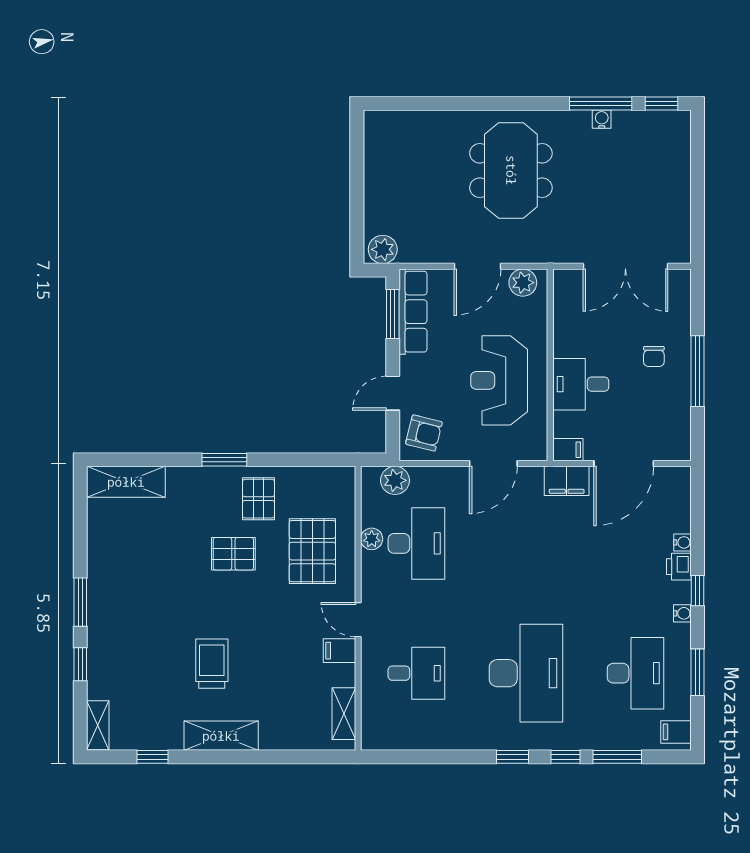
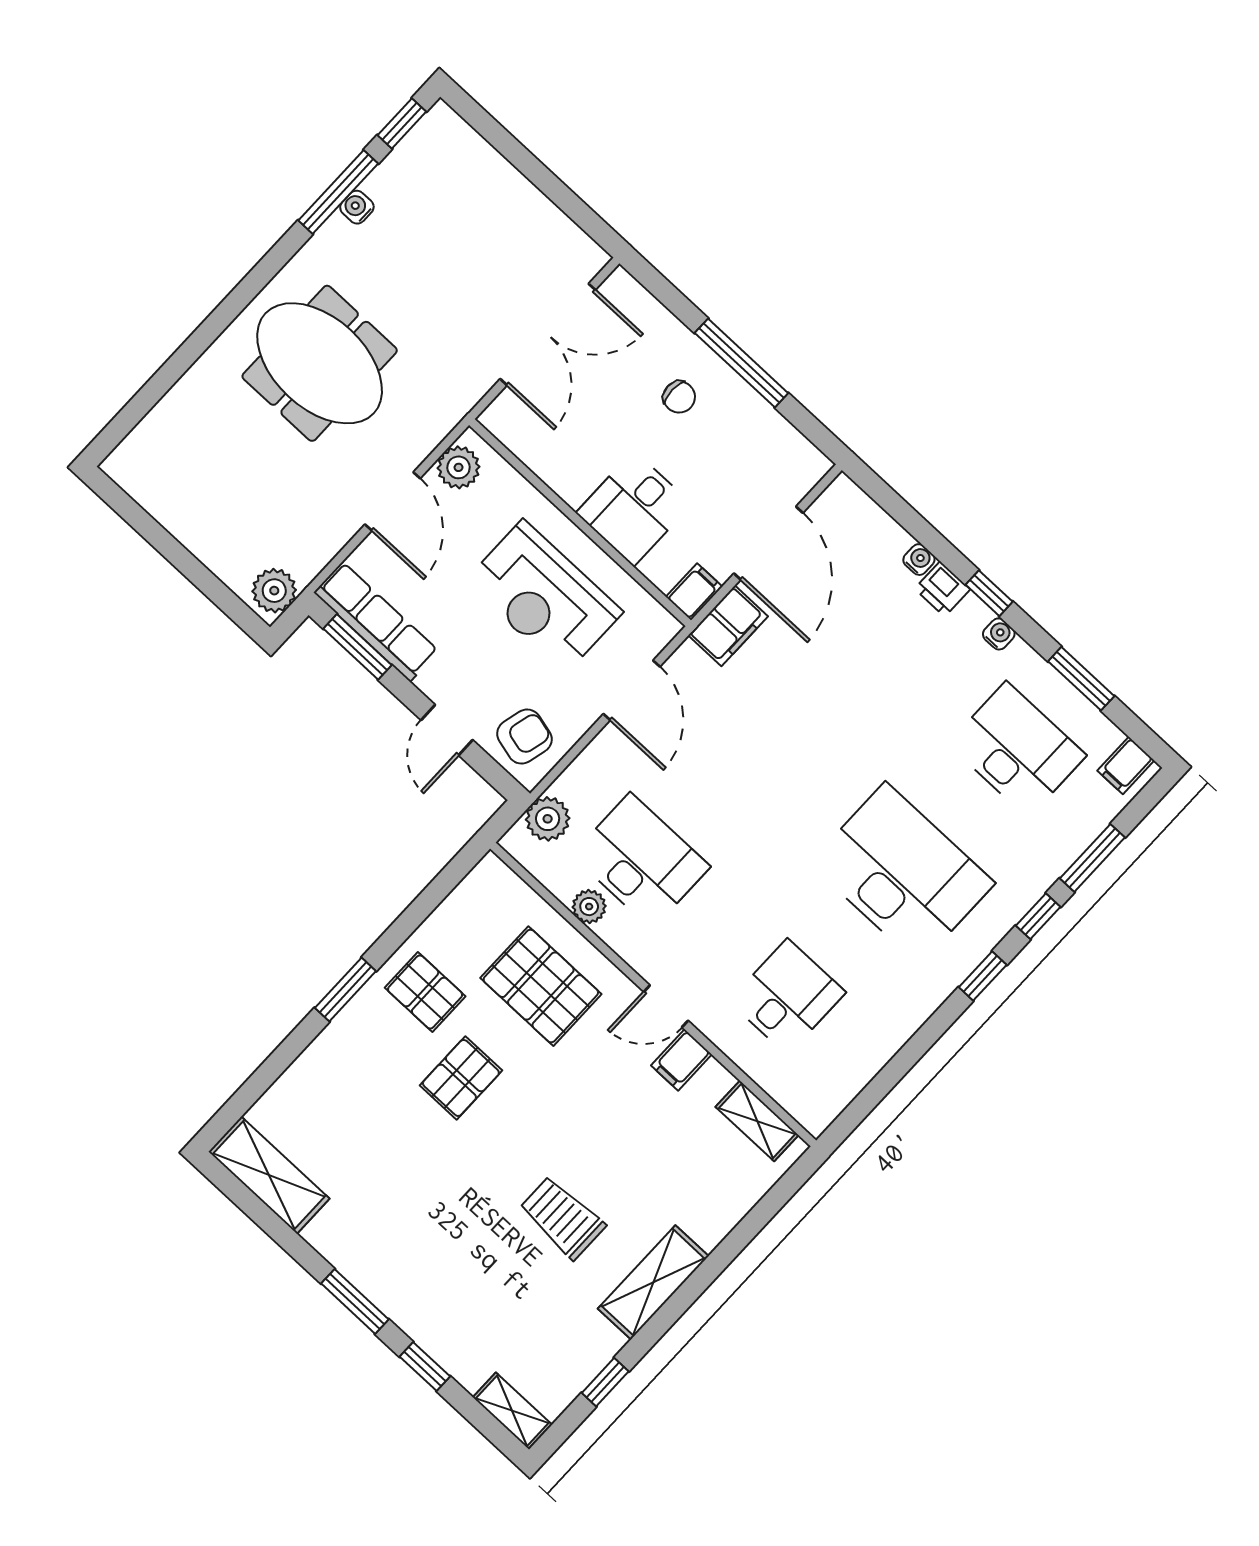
shelving: (126, 482) -> (269, 1175), moved, turned 90

